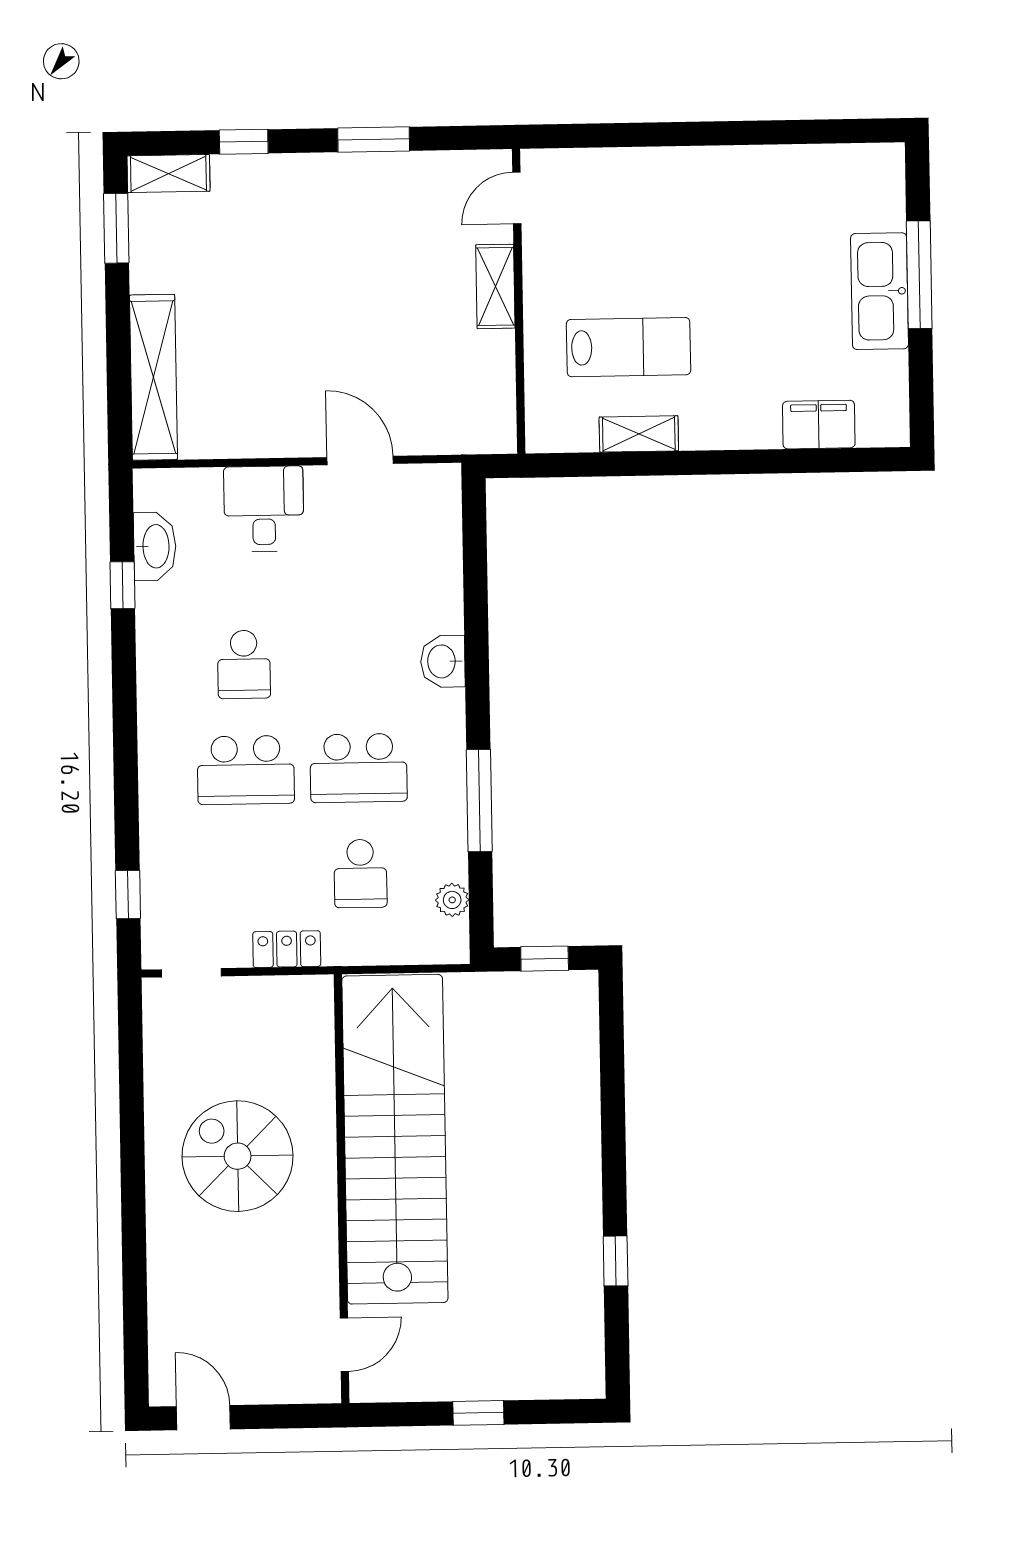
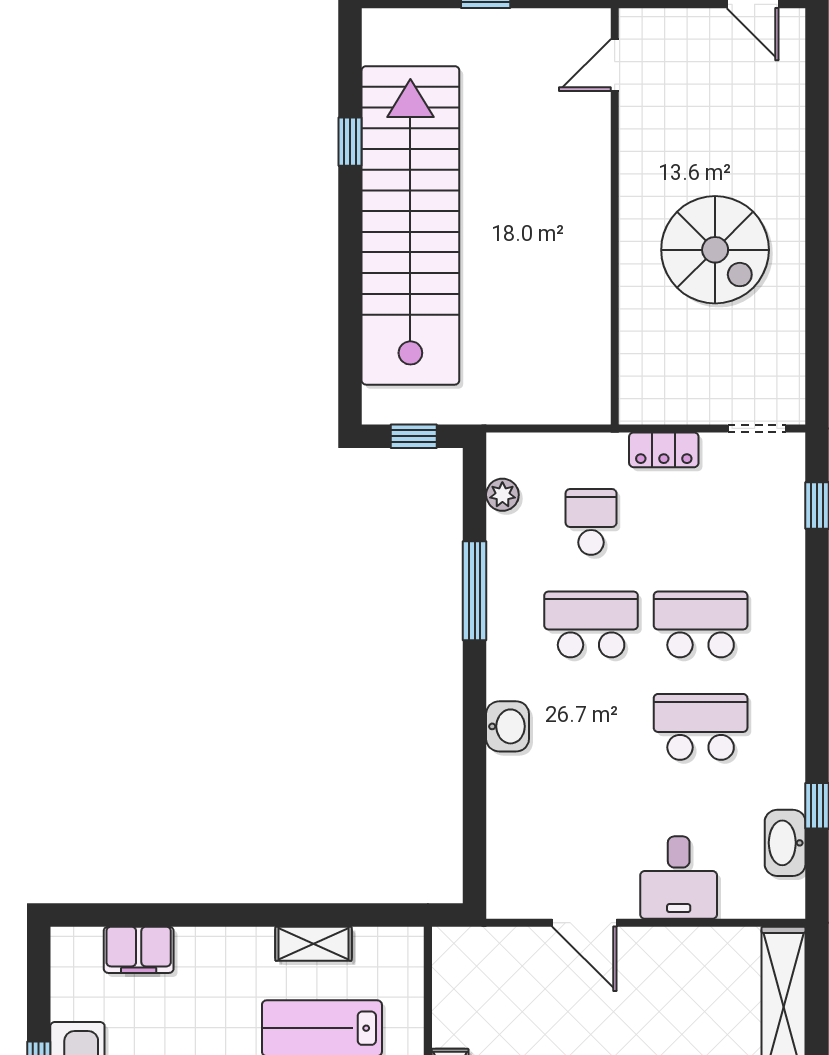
school desk: (244, 664) -> (701, 727), width x1.85
stairs: (395, 1139) -> (410, 225), moved, turned 180

